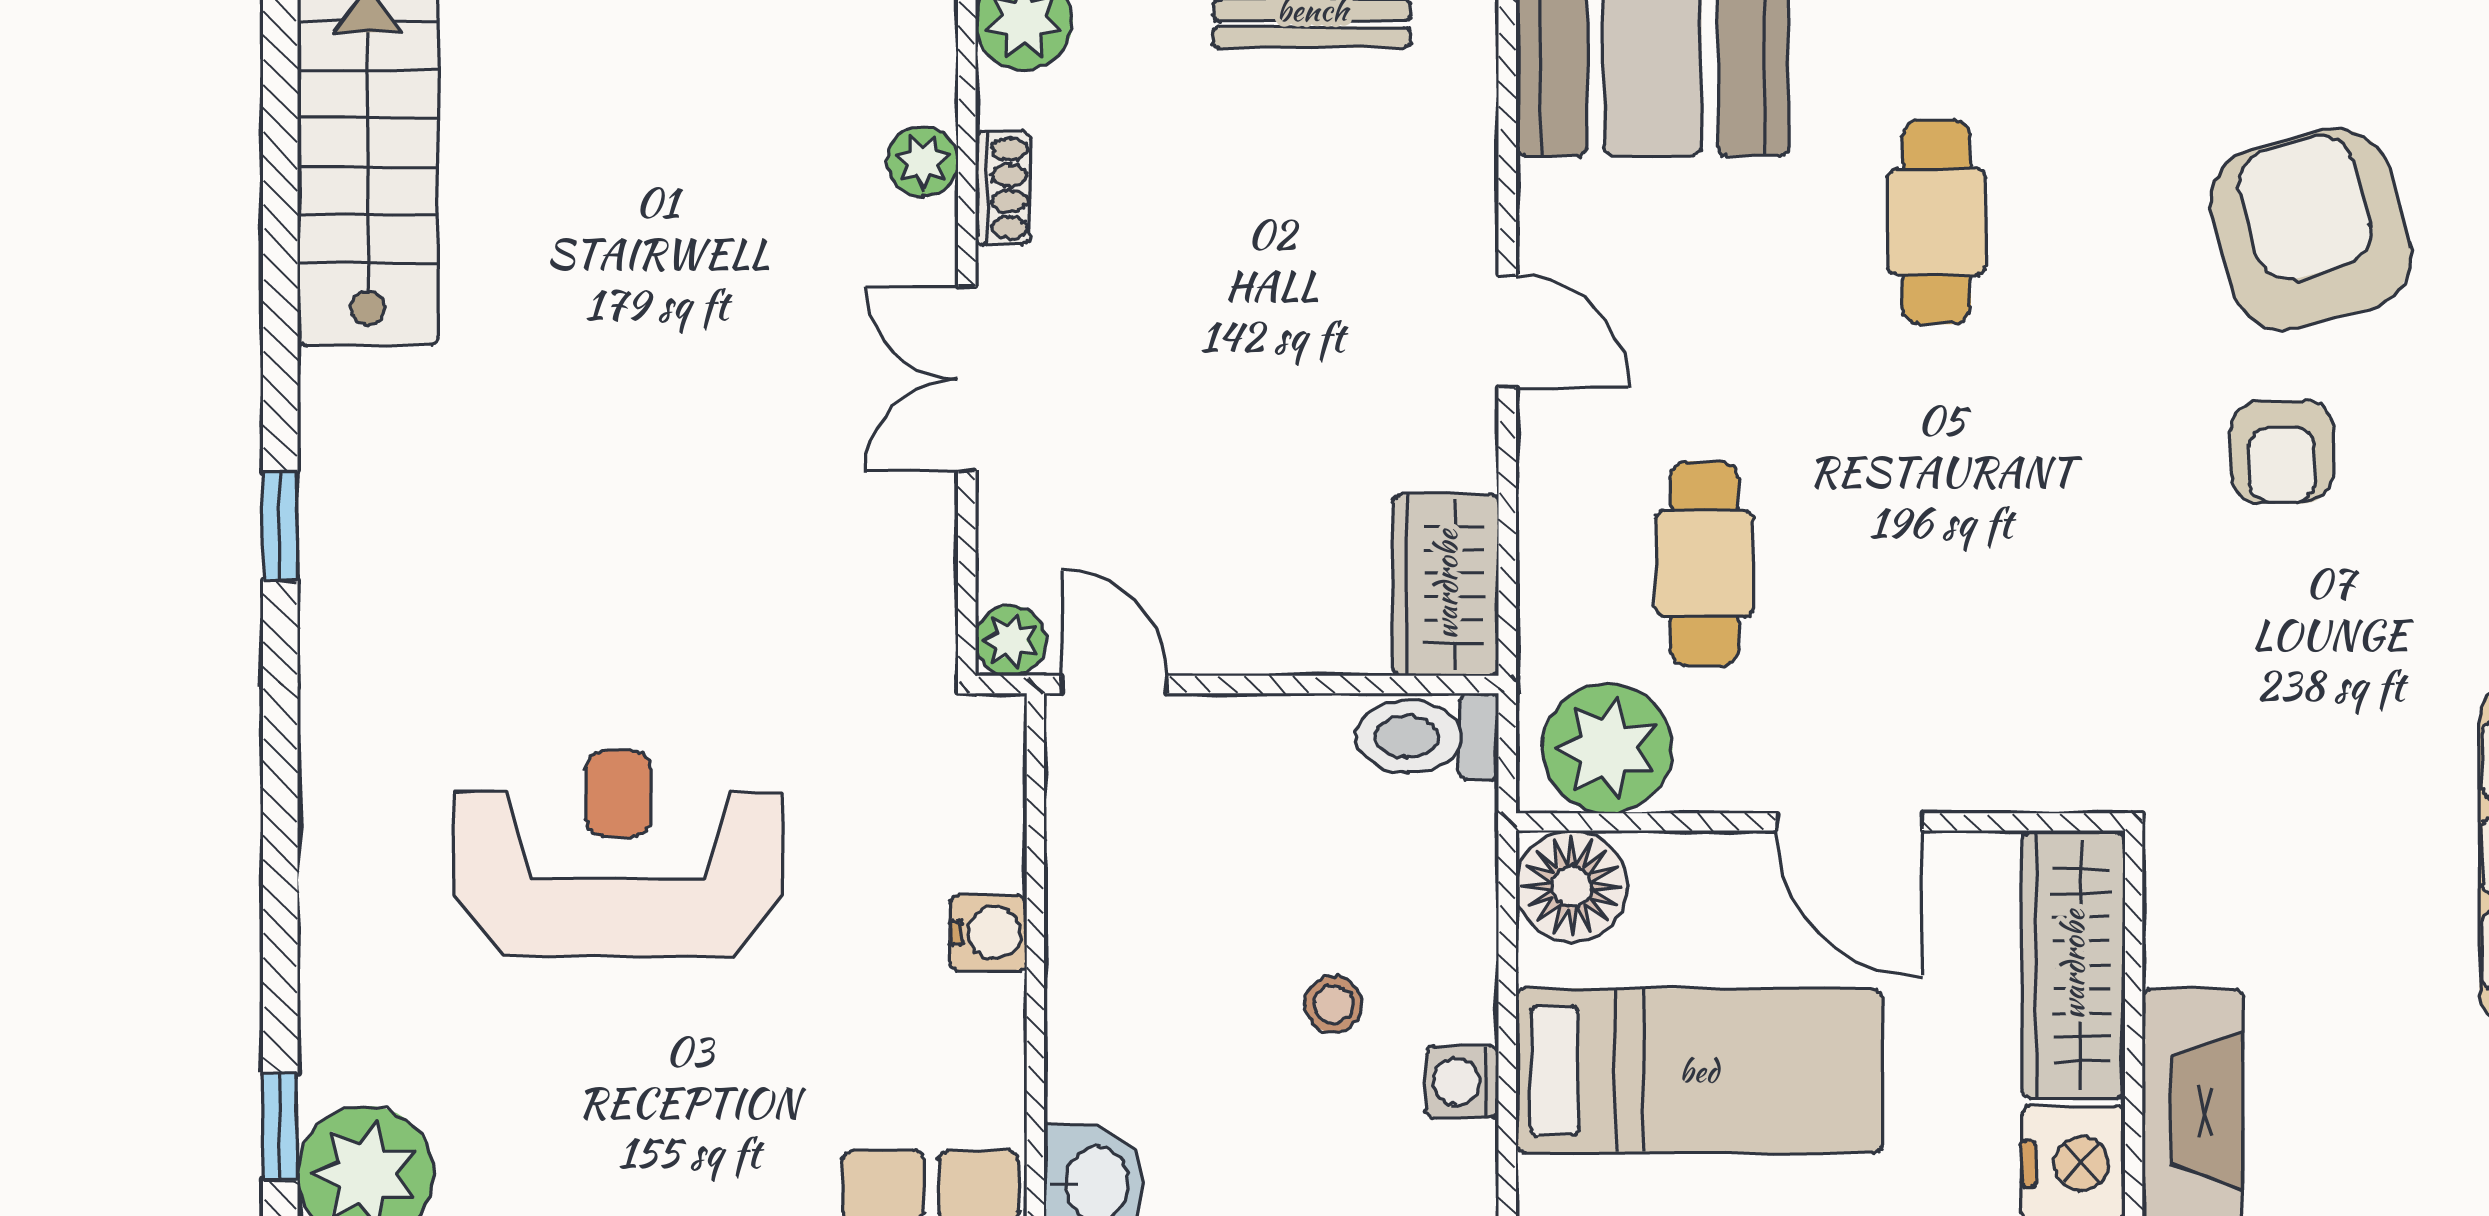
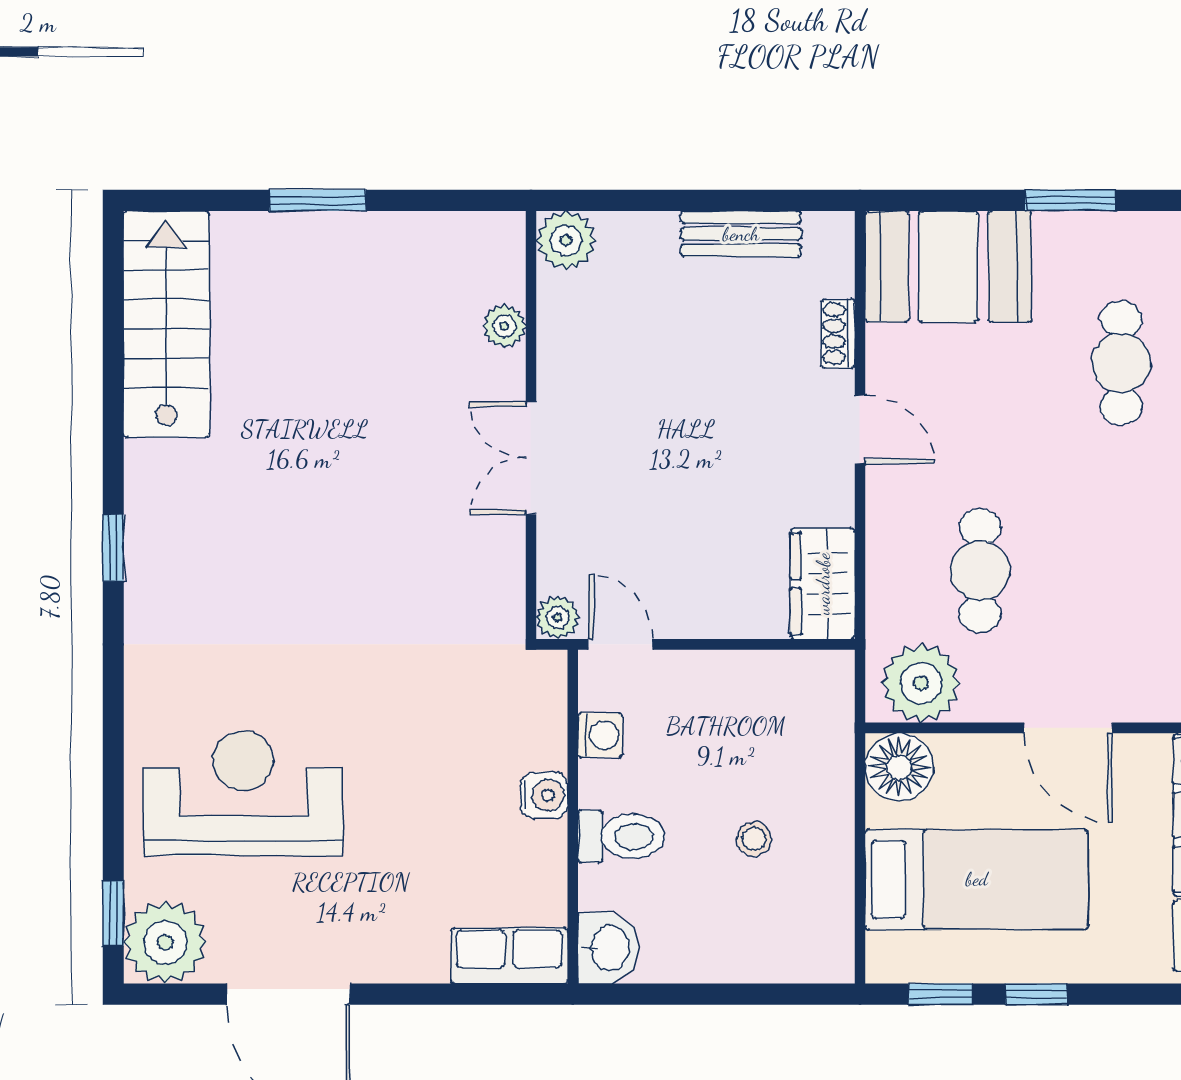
shoe rack: (1003, 188) -> (838, 334), moved, turned 180
toilet: (1427, 737) -> (621, 836), moved, turned 180
reception desk: (618, 854) -> (243, 793), moved
washing machine: (1462, 1082) -> (600, 735), moved, turned 180

